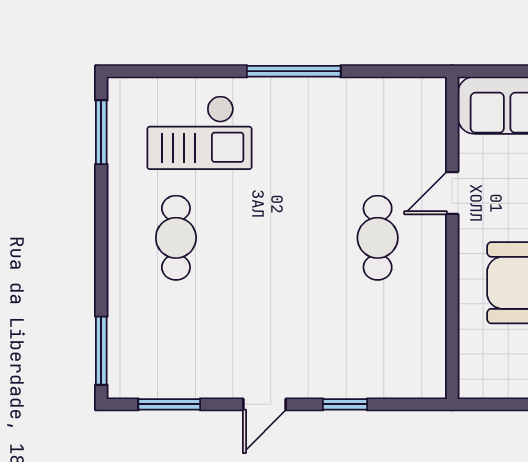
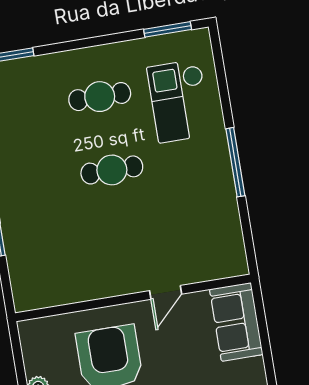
door: (452, 193) -> (166, 292), swing flipped
cafe table: (378, 238) -> (112, 170), moved

